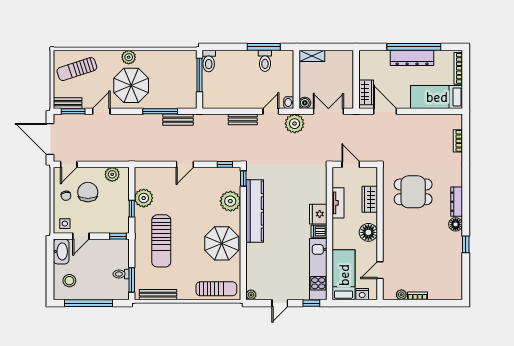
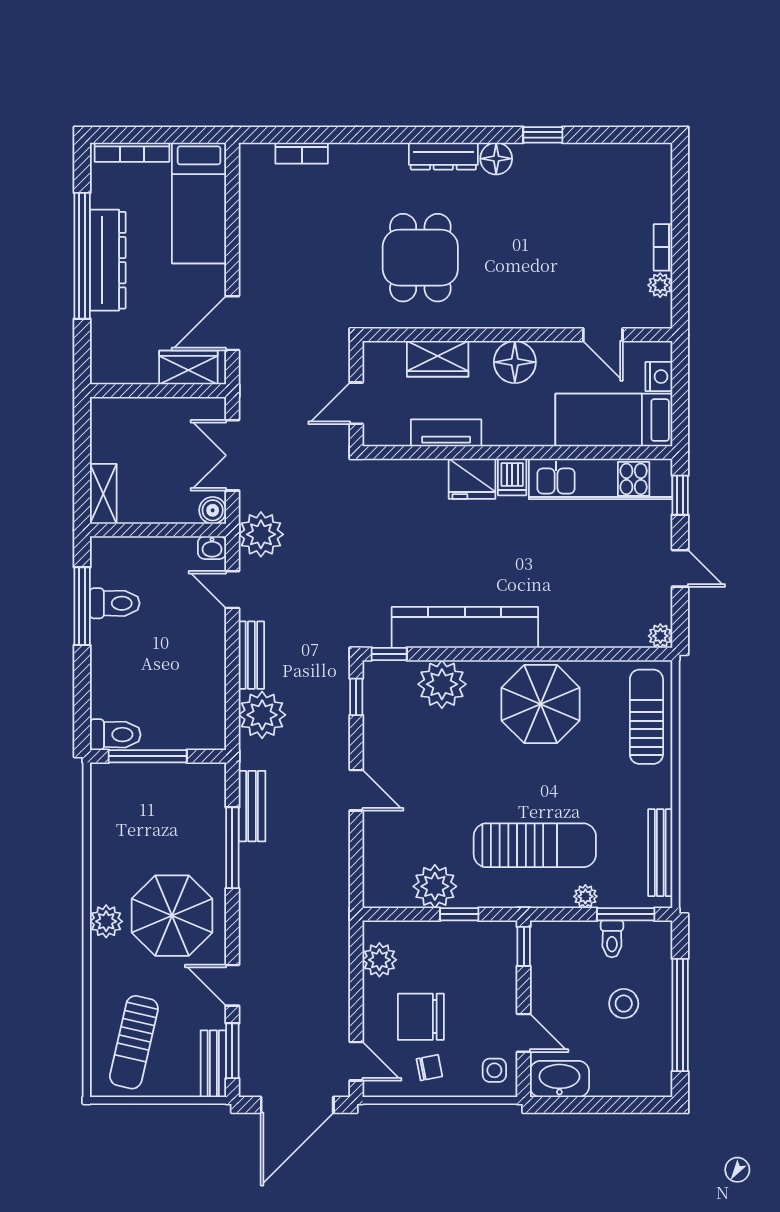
sun lounger: (77, 69) -> (134, 1042), turned 31
plant: (217, 124) -> (262, 715), added
plant: (139, 263) -> (585, 896), added
stool: (69, 281) -> (624, 1004), moved

